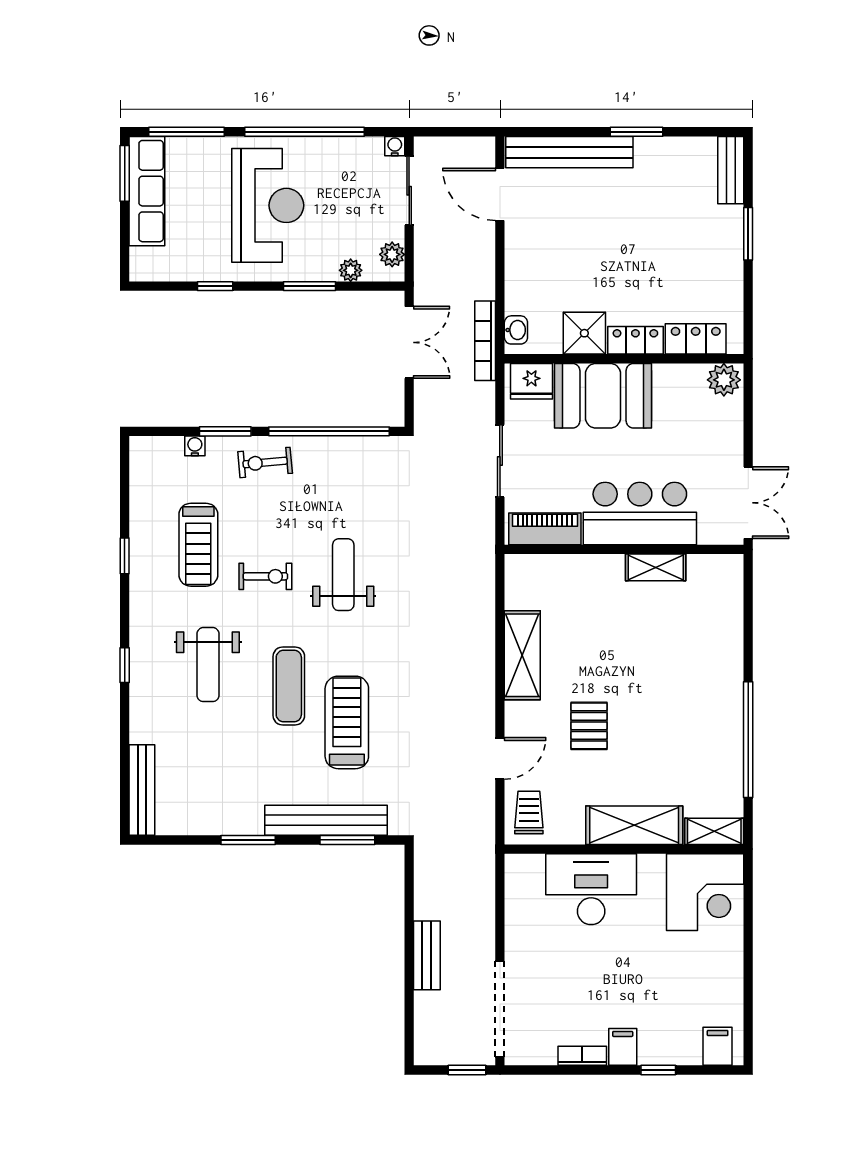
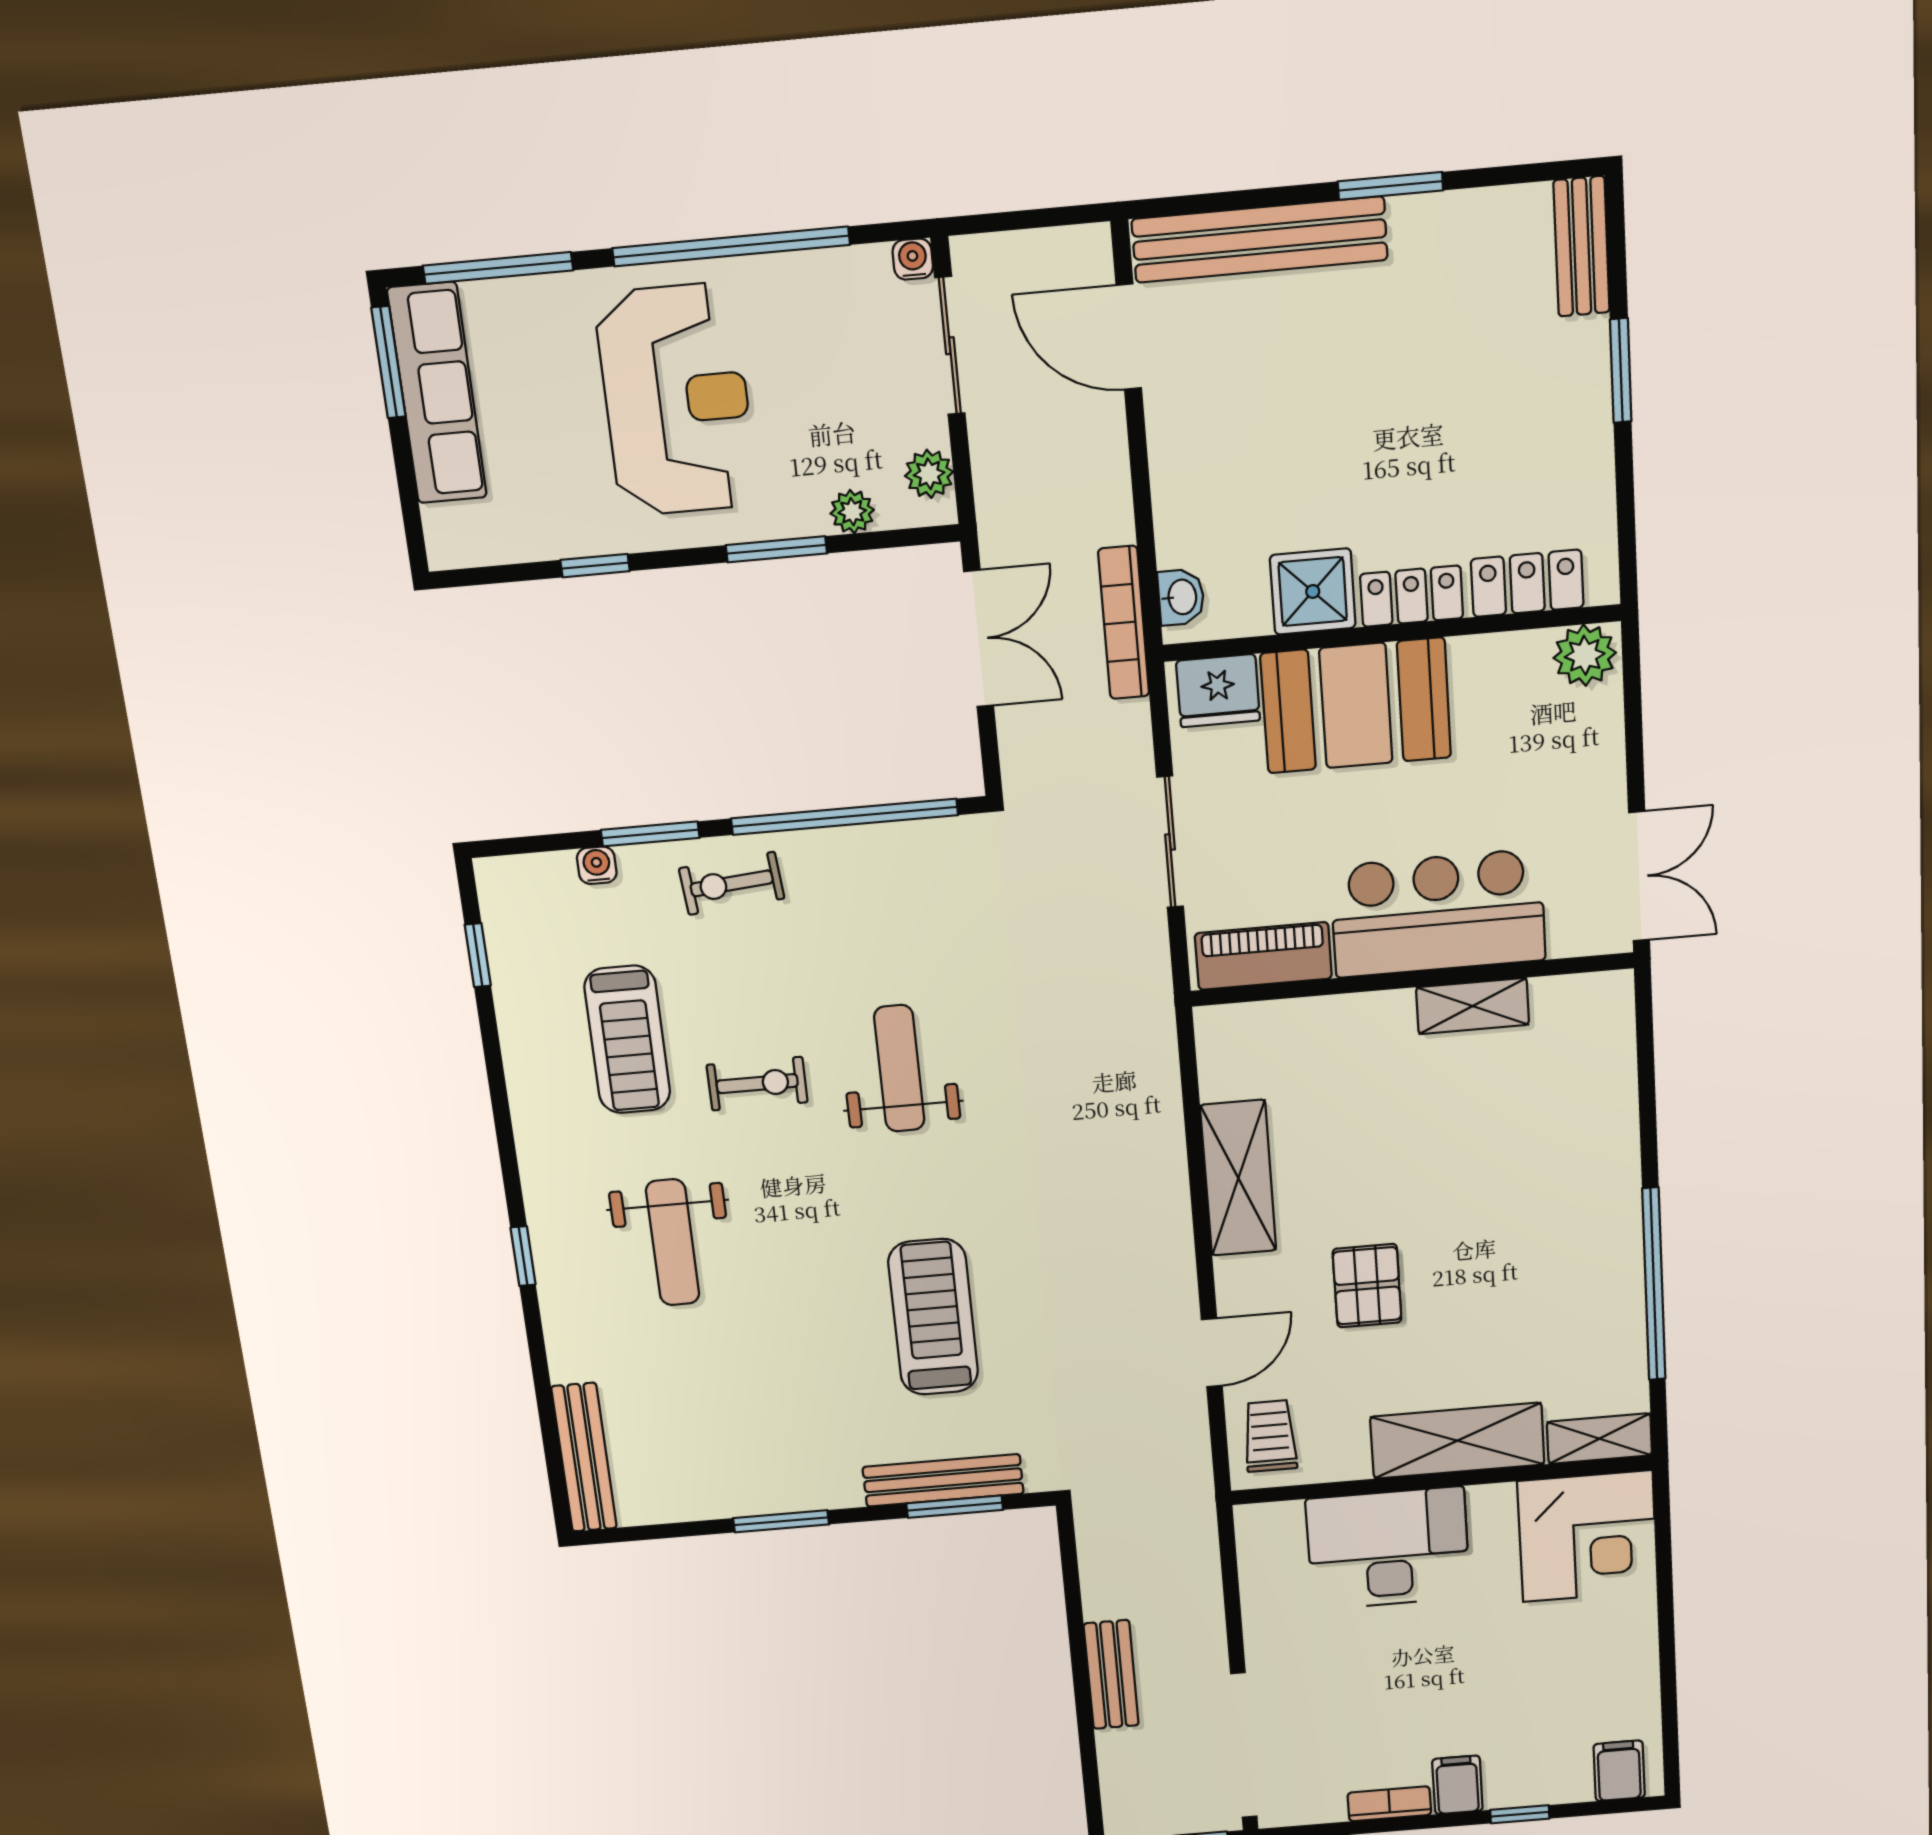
window: (125, 556) -> (478, 955), moved
exercise mat: (289, 686) -> (822, 1266), removed
bench: (326, 820) -> (943, 1480), width x0.73, depth x0.82

